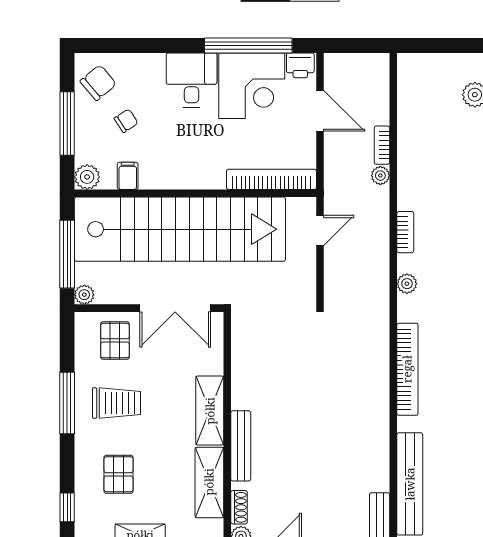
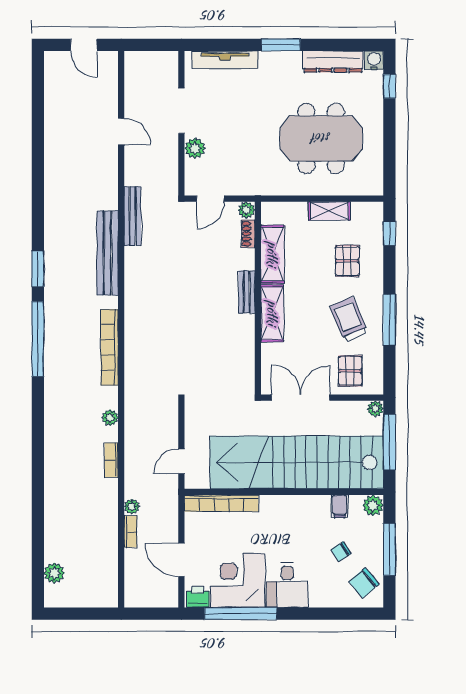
trolley: (117, 403) -> (349, 319), turned 67
bench: (241, 446) -> (247, 292), width x0.73

